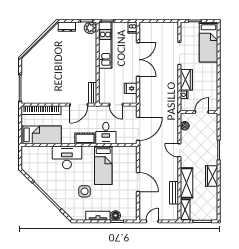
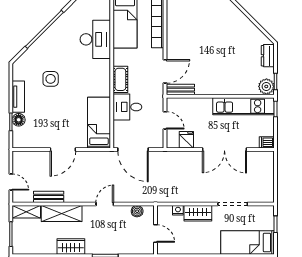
door: (79, 105) -> (165, 71), swing flipped
door: (116, 105) -> (165, 120), swing flipped
desk: (67, 157) -> (95, 39), moved
bed: (103, 165) -> (99, 123), moved, turned 90
door: (152, 221) -> (11, 182), moved

